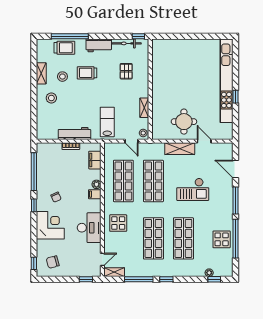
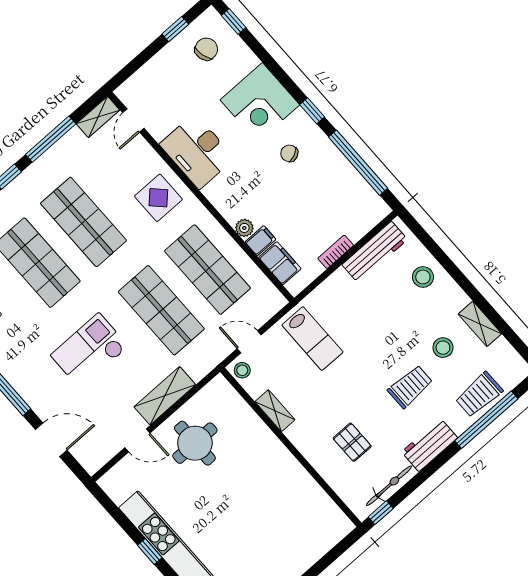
stool: (51, 98) -> (423, 277), moved
workbench: (74, 134) -> (375, 252), moved
filing cabinet: (95, 194) -> (260, 241), moved
window: (86, 279) -> (175, 29), moved

